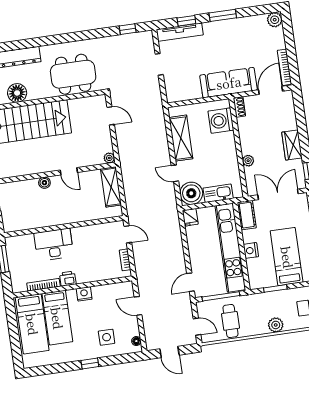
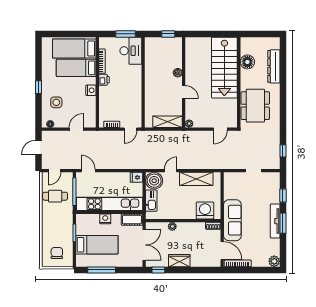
tv unit: (180, 32) -> (275, 221), moved
door: (69, 171) -> (184, 92), swing flipped
desk: (54, 245) -> (131, 51), moved
plant: (276, 325) -> (47, 229), removed

